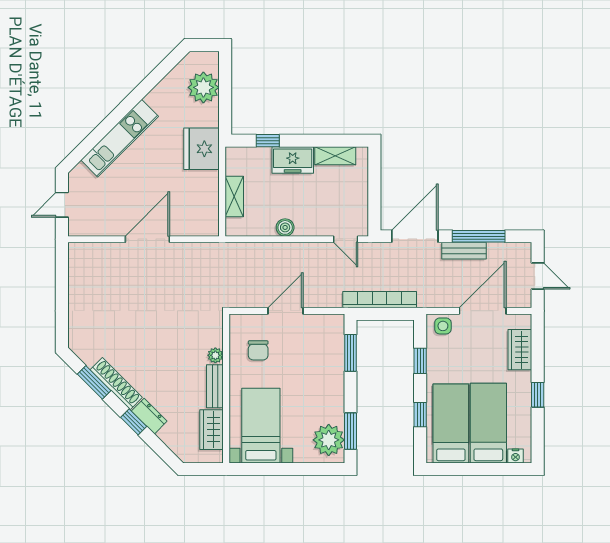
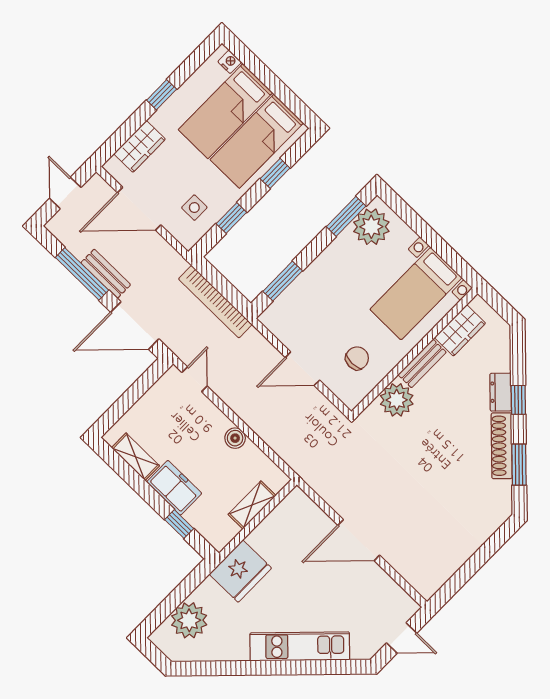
side table: (443, 326) -> (194, 208), moved
plant: (215, 355) -> (397, 400), width x1.88, depth x1.88

